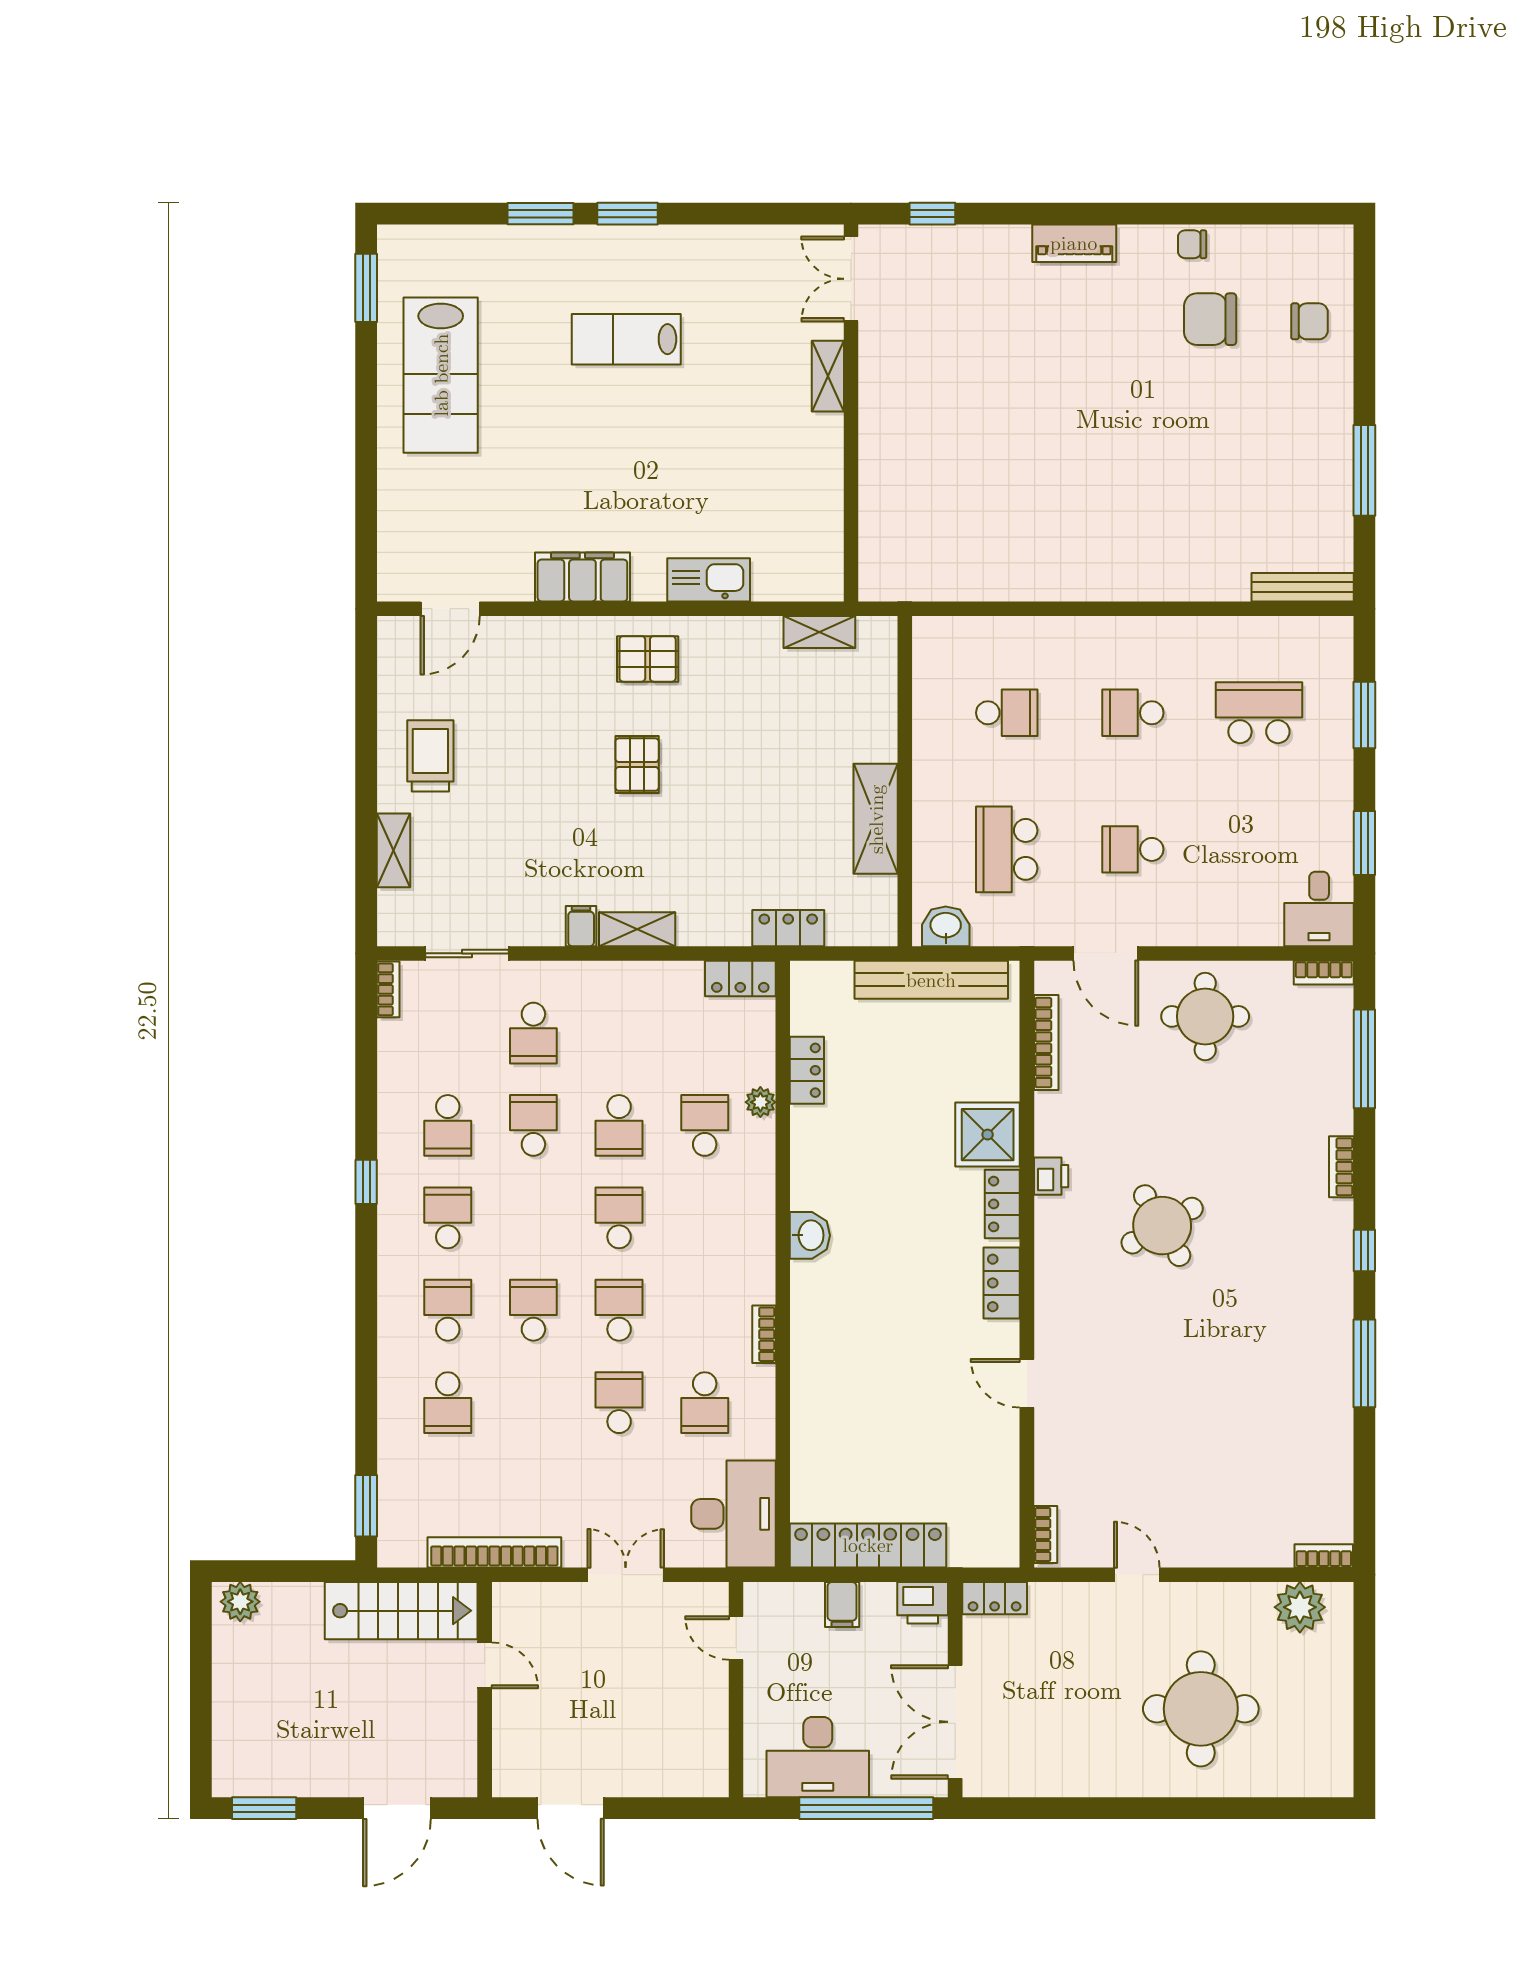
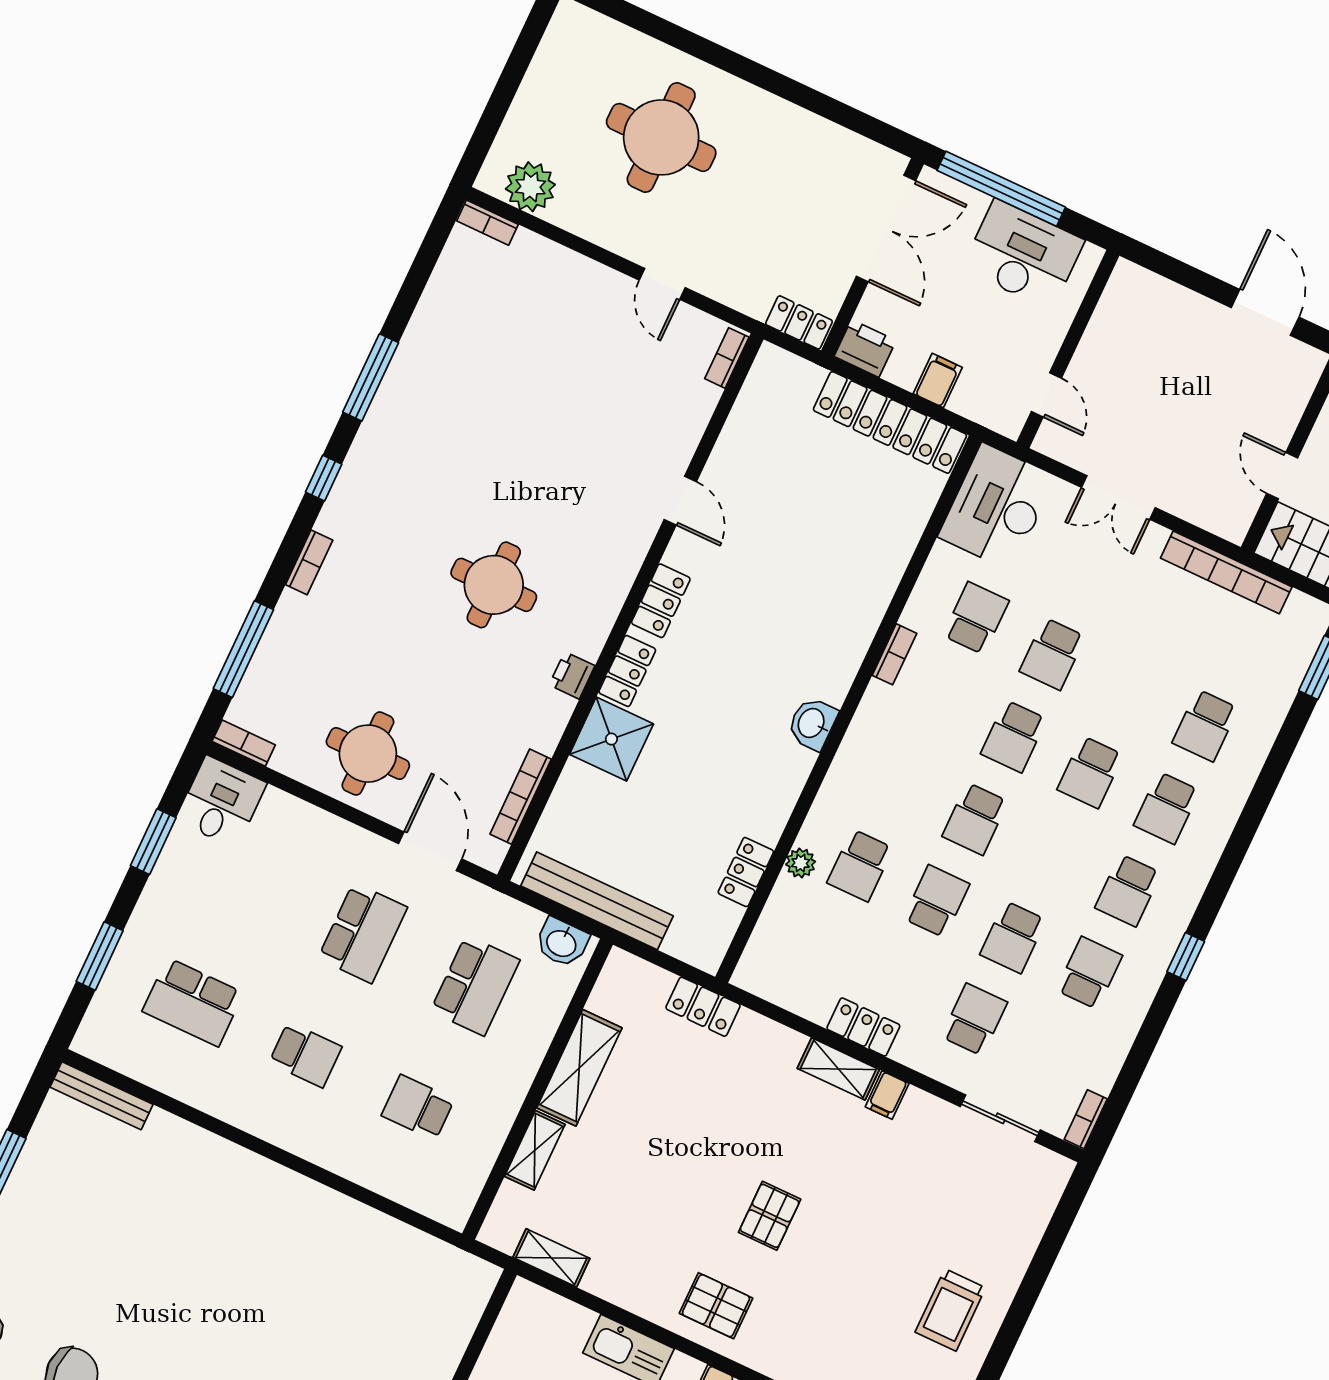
school desk: (1133, 849) -> (363, 933), width x1.85
shelving: (394, 850) -> (535, 1150), moved
locker: (740, 978) -> (863, 1027), moved
round table: (1162, 1226) -> (494, 585), turned 30
school desk: (448, 1403) -> (1205, 725), turned 180

